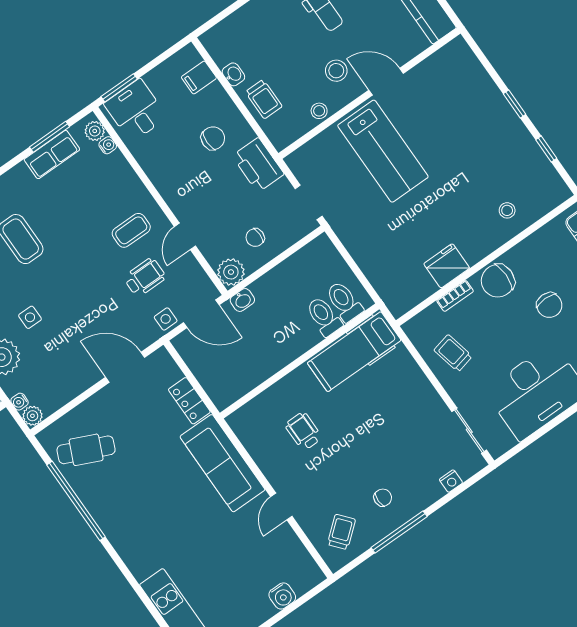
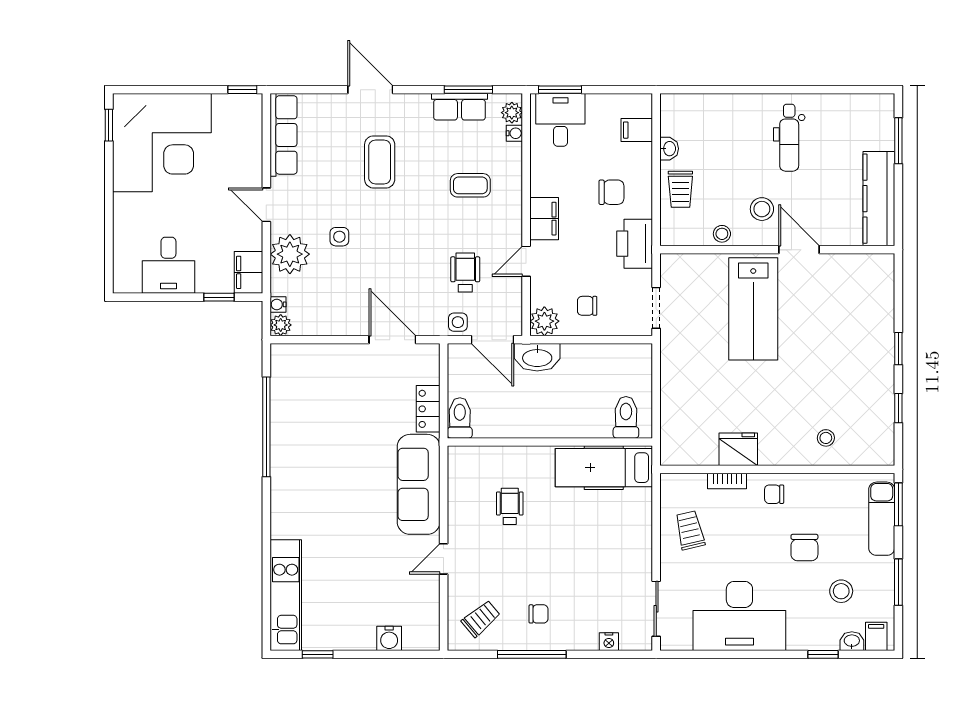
filing cabinet: (176, 194) -> (544, 219), added
coffee table: (131, 230) -> (470, 185), moved
wheelchair: (145, 277) -> (465, 272), turned -90
chair: (498, 281) -> (774, 494), width x0.54, depth x0.54
washbasin: (242, 300) -> (537, 357), width x1.91, depth x1.45
toilet: (324, 316) -> (460, 418), moved
cafe table: (86, 450) -> (307, 388), removed

